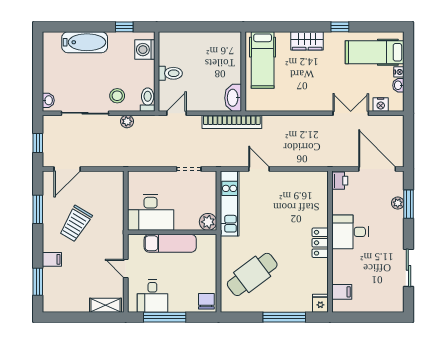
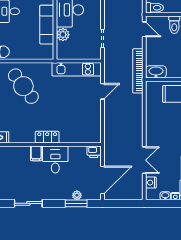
plant: (208, 222) -> (63, 35), moved
filing cabinet: (342, 292) -> (36, 153), moved

